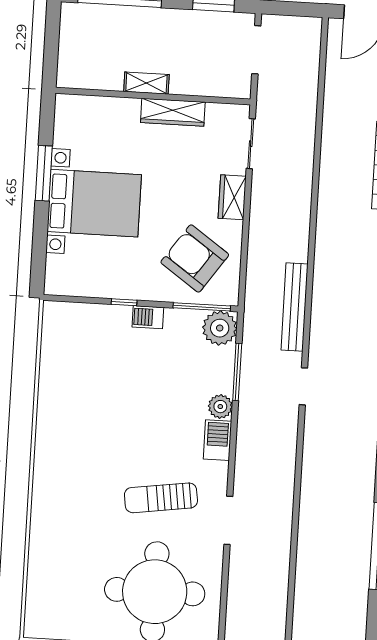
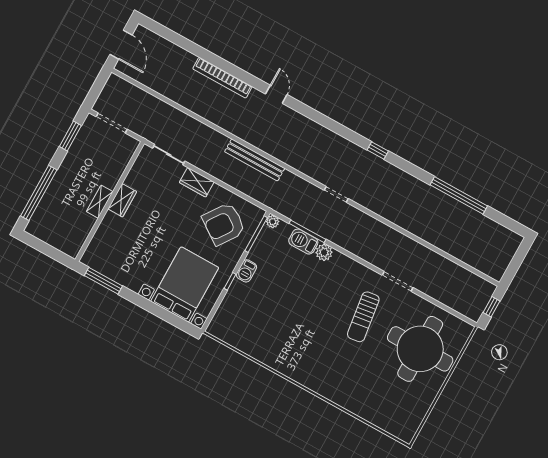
wardrobe: (173, 112) -> (122, 200), width x0.67
window: (44, 173) -> (103, 281), moved
bed with nightstands: (94, 203) -> (185, 285), moved
bench: (294, 307) -> (255, 160), moved
plant: (220, 328) -> (273, 222), width x0.53, depth x0.53
barbecue: (217, 440) -> (303, 242), moved

